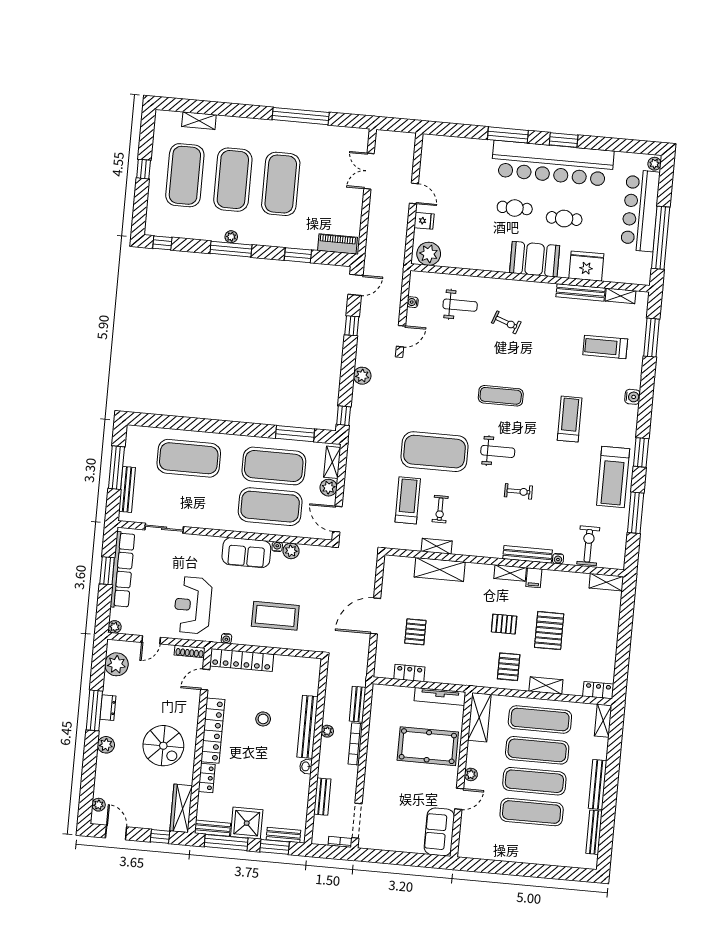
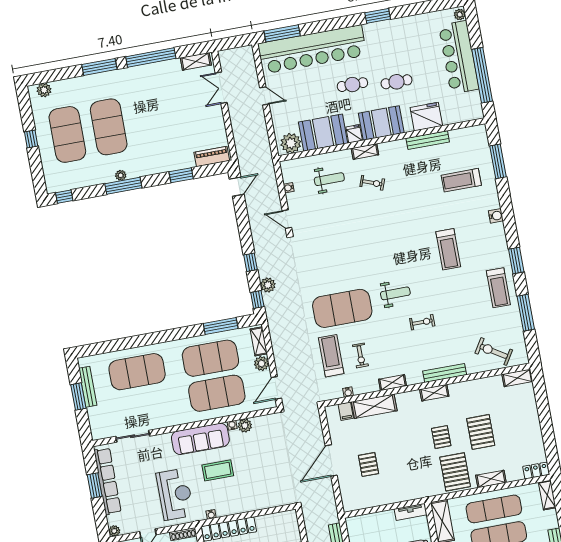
window: (241, 111) -> (99, 67), added
plant: (173, 119) -> (44, 90), added
shelving: (199, 121) -> (196, 61), moved
window: (508, 135) -> (282, 33), moved
bar counter: (553, 163) -> (312, 49), moved
exercise mat: (281, 184) -> (150, 119), removed
fridge: (424, 221) -> (354, 134), moved, turned -90
booth: (468, 252) -> (323, 133), added
shelving: (620, 296) -> (365, 152), moved
window: (352, 326) -> (250, 262), moved
door: (401, 336) -> (287, 219), swing flipped
plant: (362, 376) -> (268, 285), moved
exercise mat: (501, 396) -> (385, 246), removed
treadmill: (570, 419) -> (448, 249), turned 180
window: (116, 468) -> (78, 397), width x0.69
treadmill: (613, 477) -> (498, 288), width x0.73, depth x0.73
bench: (127, 489) -> (88, 387), moved
door: (337, 519) -> (276, 388), hinge flipped
shelving: (437, 546) -> (393, 383), moved
exercise bike: (588, 546) -> (494, 351), turned -58
sofa: (246, 553) -> (200, 439), width x1.36
water cooler: (558, 559) -> (348, 392), moved
filing cabinet: (534, 578) -> (346, 411), moved
reception desk: (193, 605) -> (175, 494), turned 180
coffee table: (275, 616) -> (218, 470), moved, width x0.73, depth x0.76
pallet: (504, 624) -> (441, 437), turned 90
pallet: (509, 667) -> (455, 472), width x1.50, depth x1.42
locker: (409, 673) -> (373, 500), removed
tv unit: (440, 696) -> (411, 512), width x0.71

